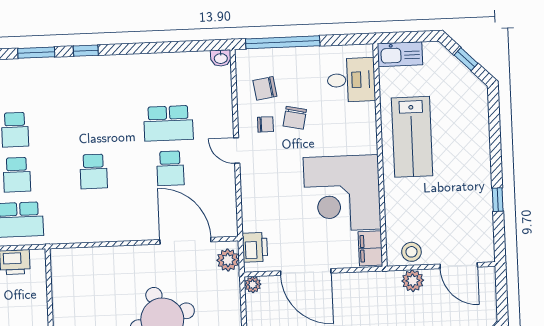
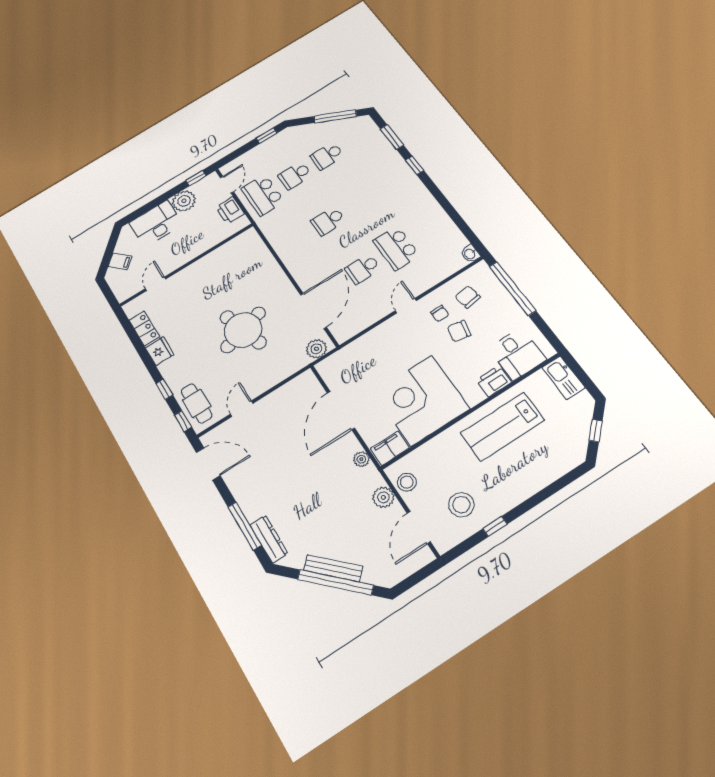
stool: (461, 217) -> (461, 505), added
printer: (255, 247) -> (494, 381), moved, turned 180
plant: (253, 285) -> (361, 459), moved

